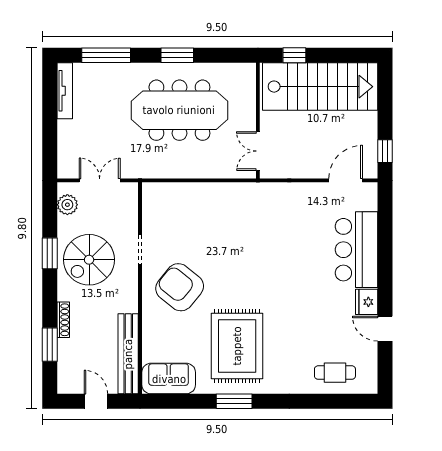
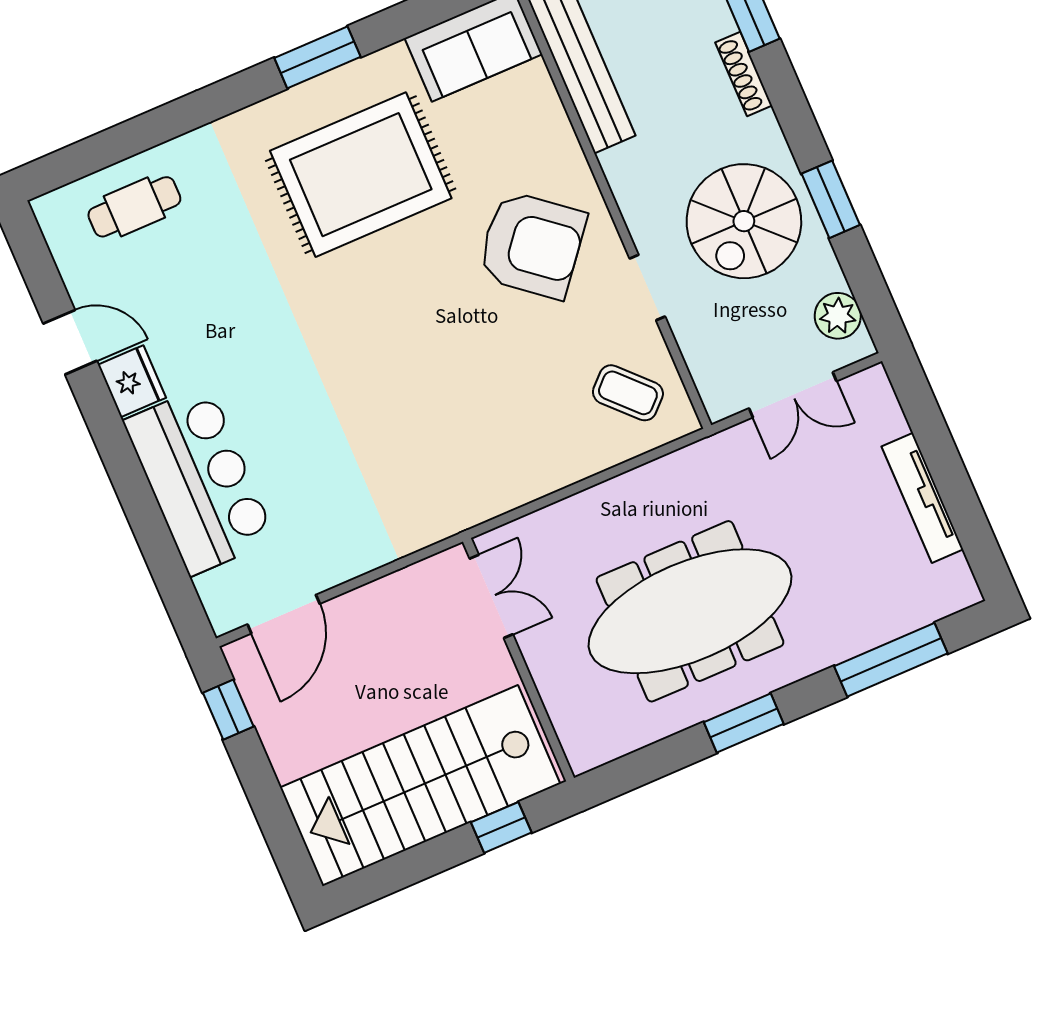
tv unit: (65, 91) -> (922, 498), moved
coffee table: (166, 210) -> (628, 393), added
spiral stairs: (89, 260) -> (744, 221), turned 180
rug: (237, 346) -> (361, 175), turned 90

